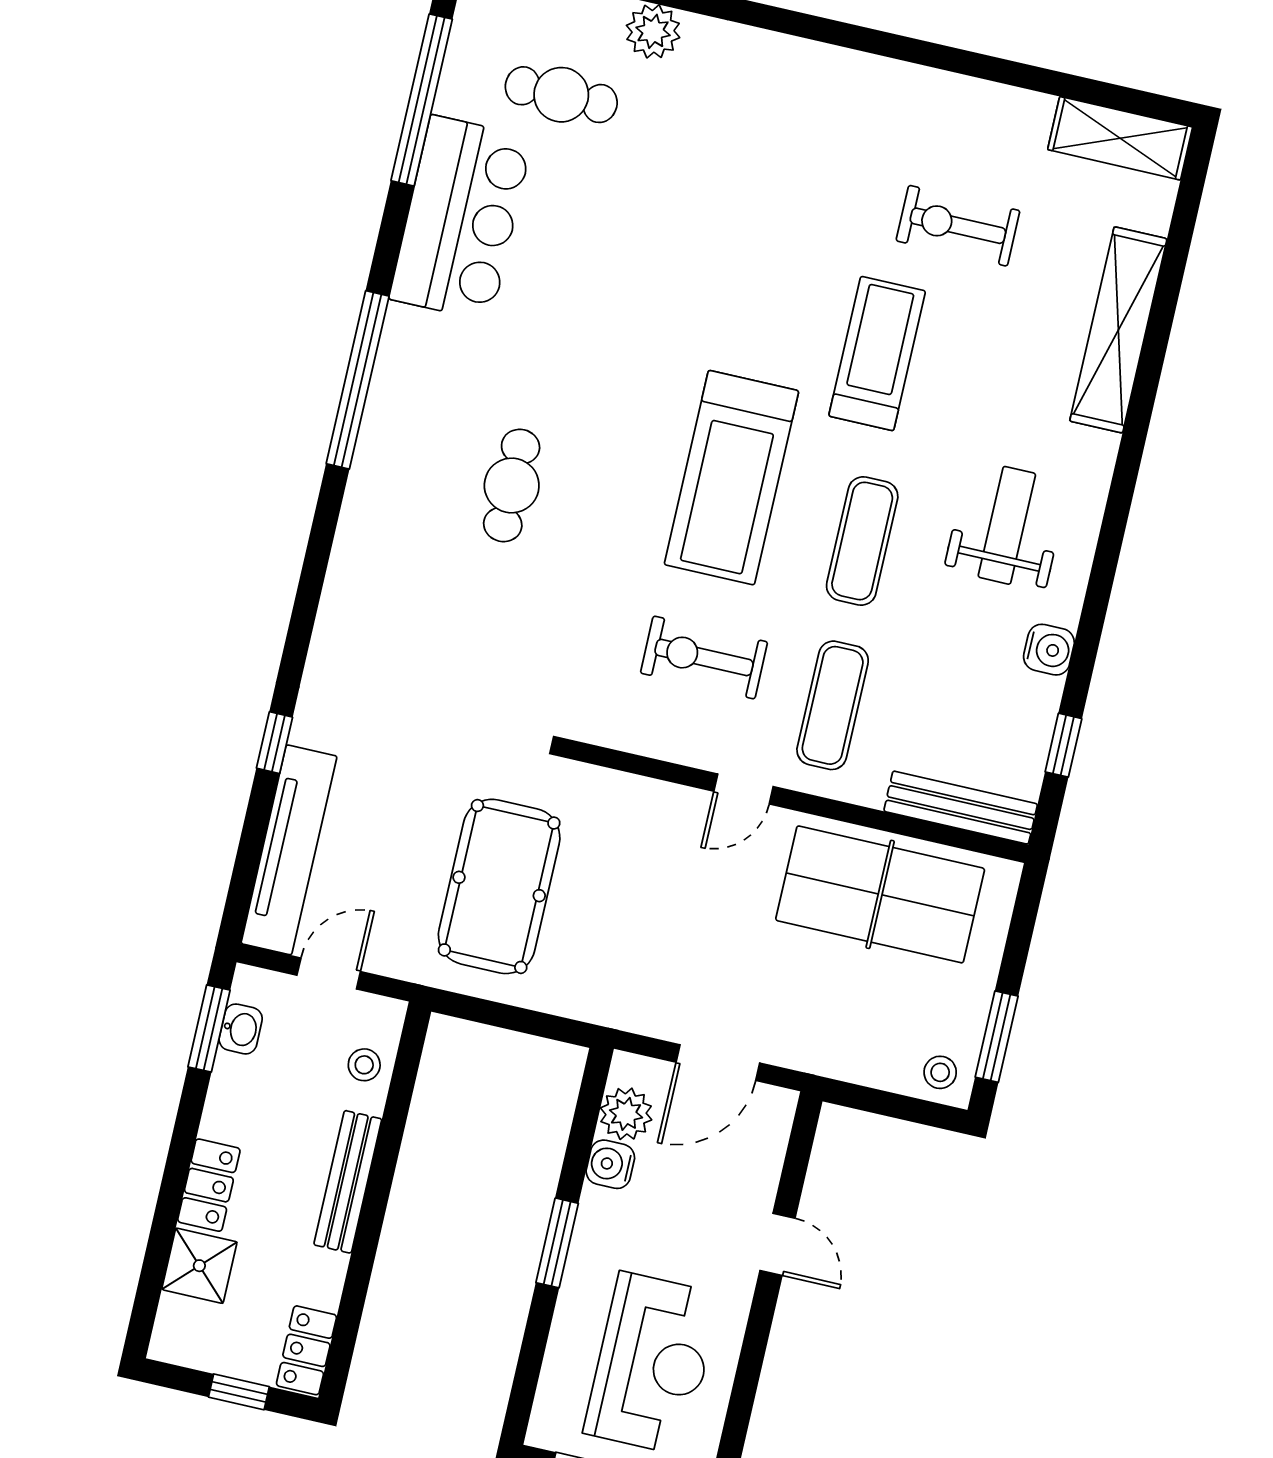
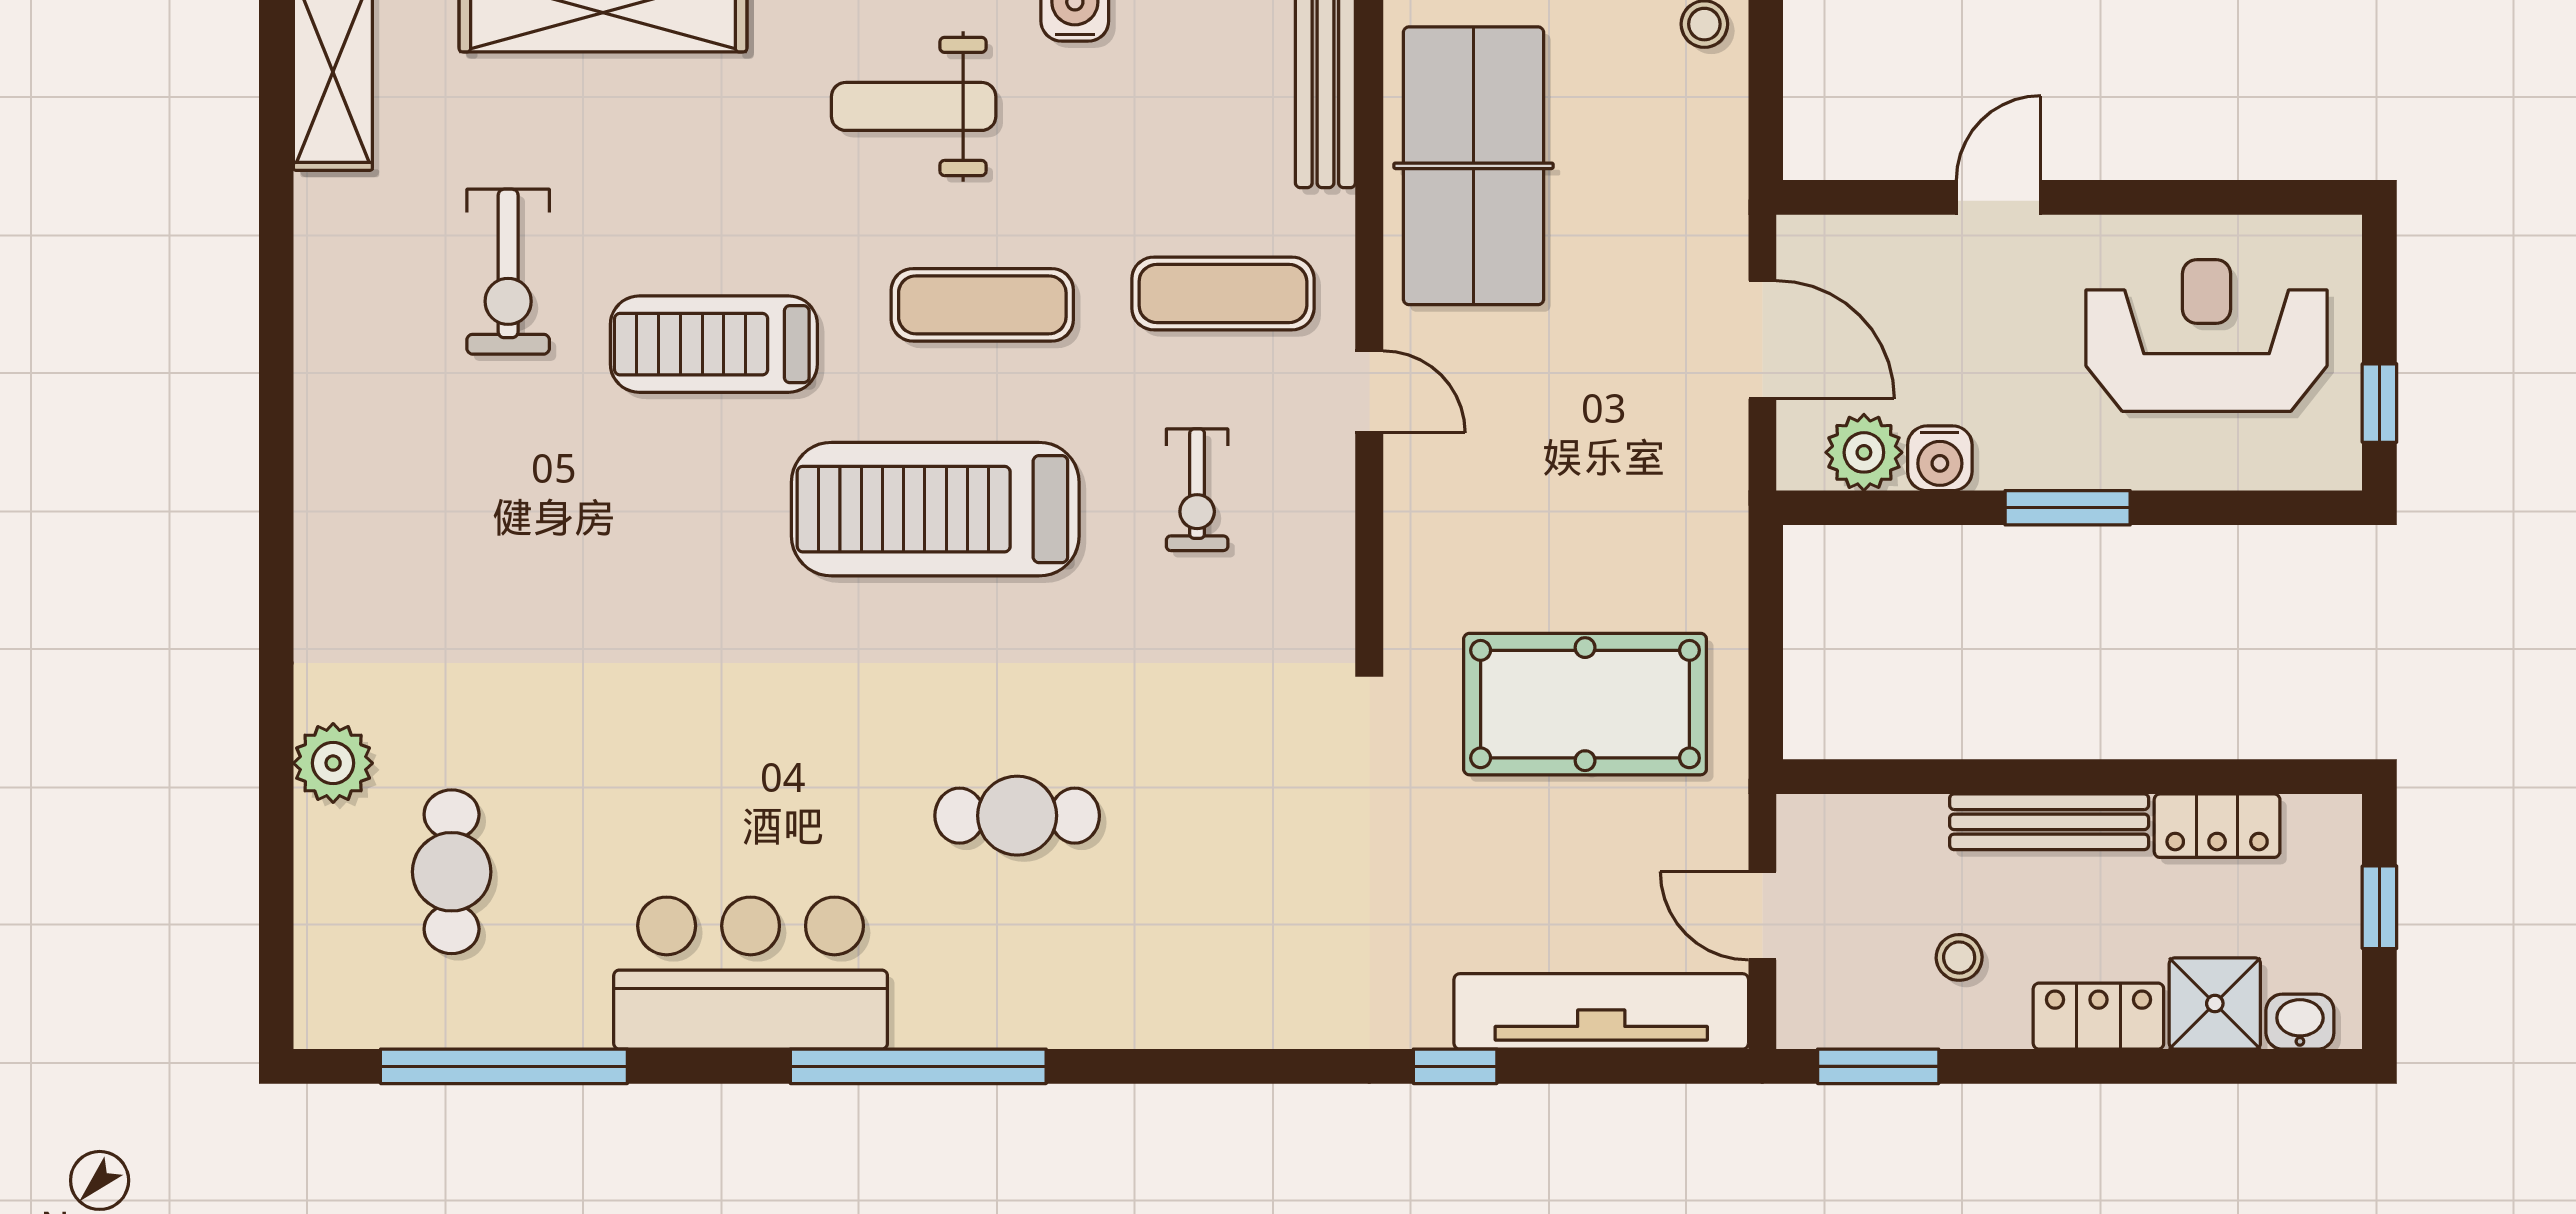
bar counter: (461, 218) -> (751, 973), moved
treadmill: (731, 478) -> (935, 509), turned 180
exercise bike: (704, 658) -> (1197, 490), width x0.73, depth x0.72
washbasin: (241, 1029) -> (2300, 1022), moved
stool: (364, 1065) -> (1959, 957), moved
locker: (306, 1350) -> (2217, 826), moved

